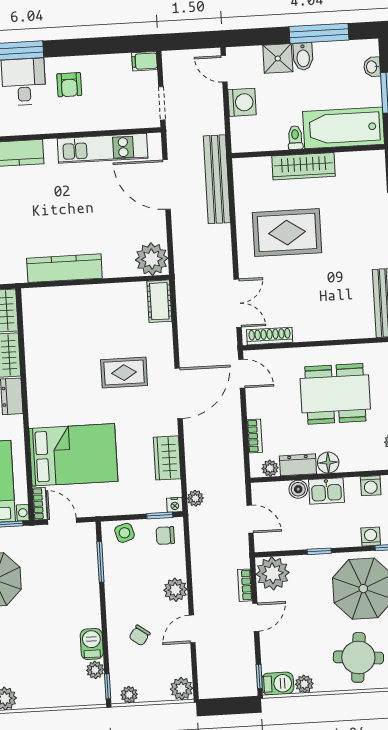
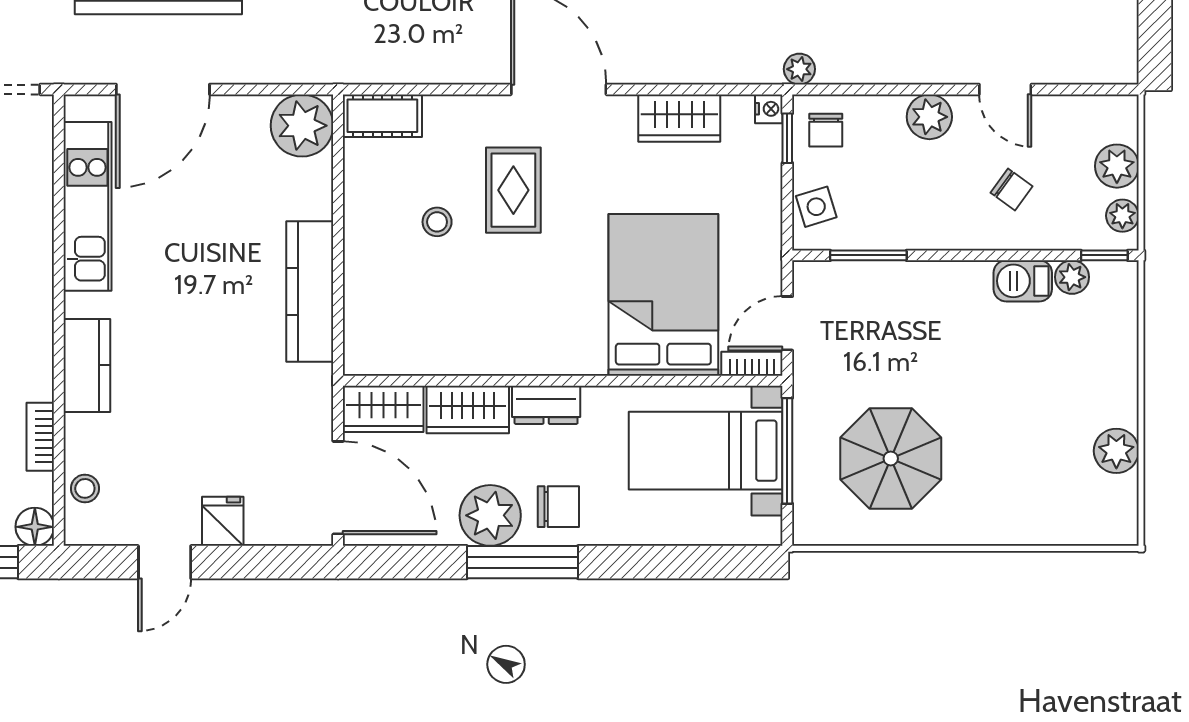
stool: (105, 333) -> (437, 222), added
plant: (195, 498) -> (799, 69), moved
plant: (181, 689) -> (1117, 166), moved

